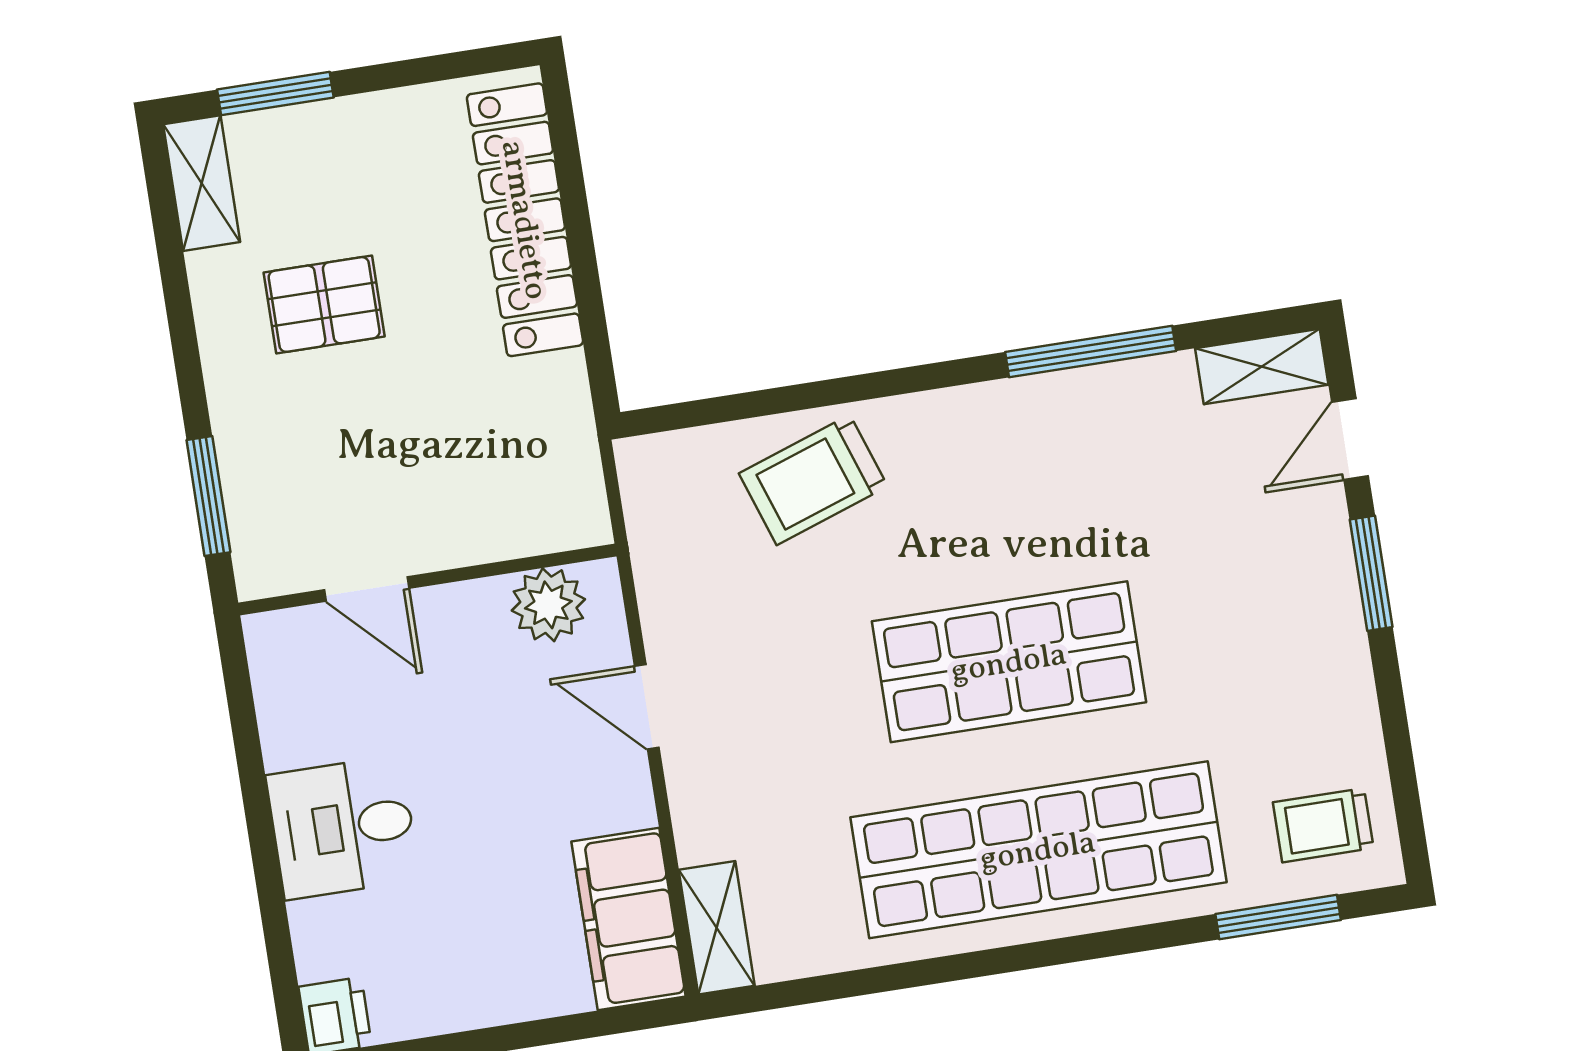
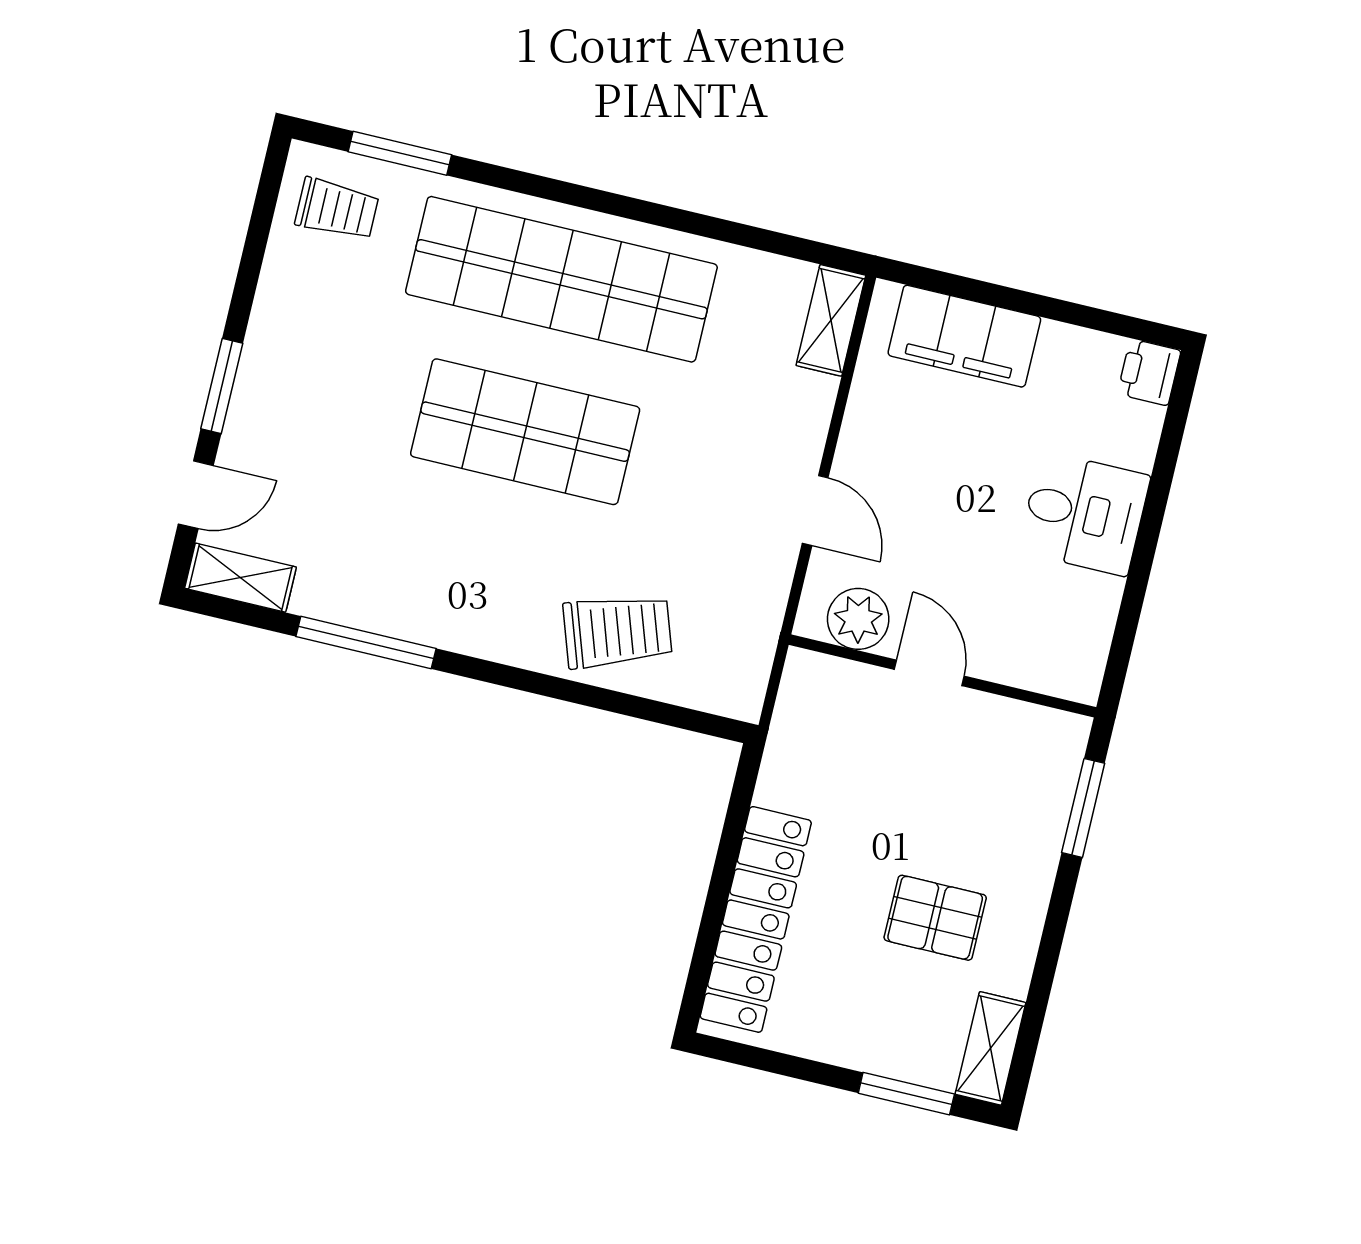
door: (367, 589) -> (929, 673), moved
filing cabinet: (629, 919) -> (964, 336), moved, turned 90

